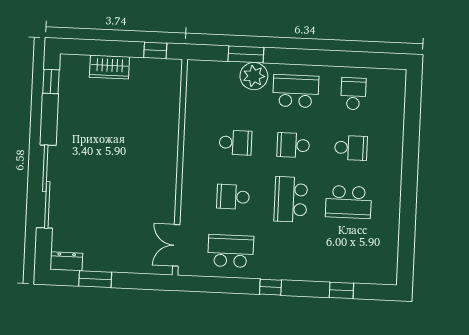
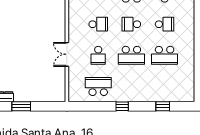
school desk: (233, 197) -> (98, 55), turned -90
school desk: (291, 199) -> (131, 55), turned -90
double door: (176, 245) -> (67, 54), moved

